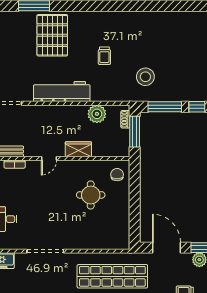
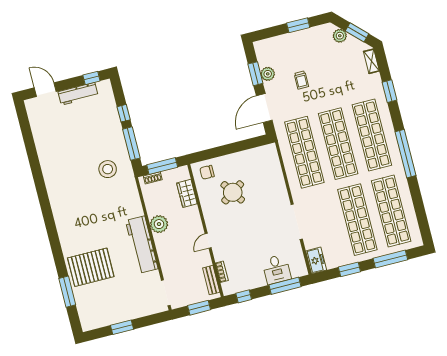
trolley: (104, 56) -> (98, 213), removed
plant: (97, 114) -> (159, 224), moved
wardrobe: (78, 149) -> (187, 193), moved
door: (49, 158) -> (208, 241), swing flipped
round table: (91, 195) -> (233, 192), turned -34

